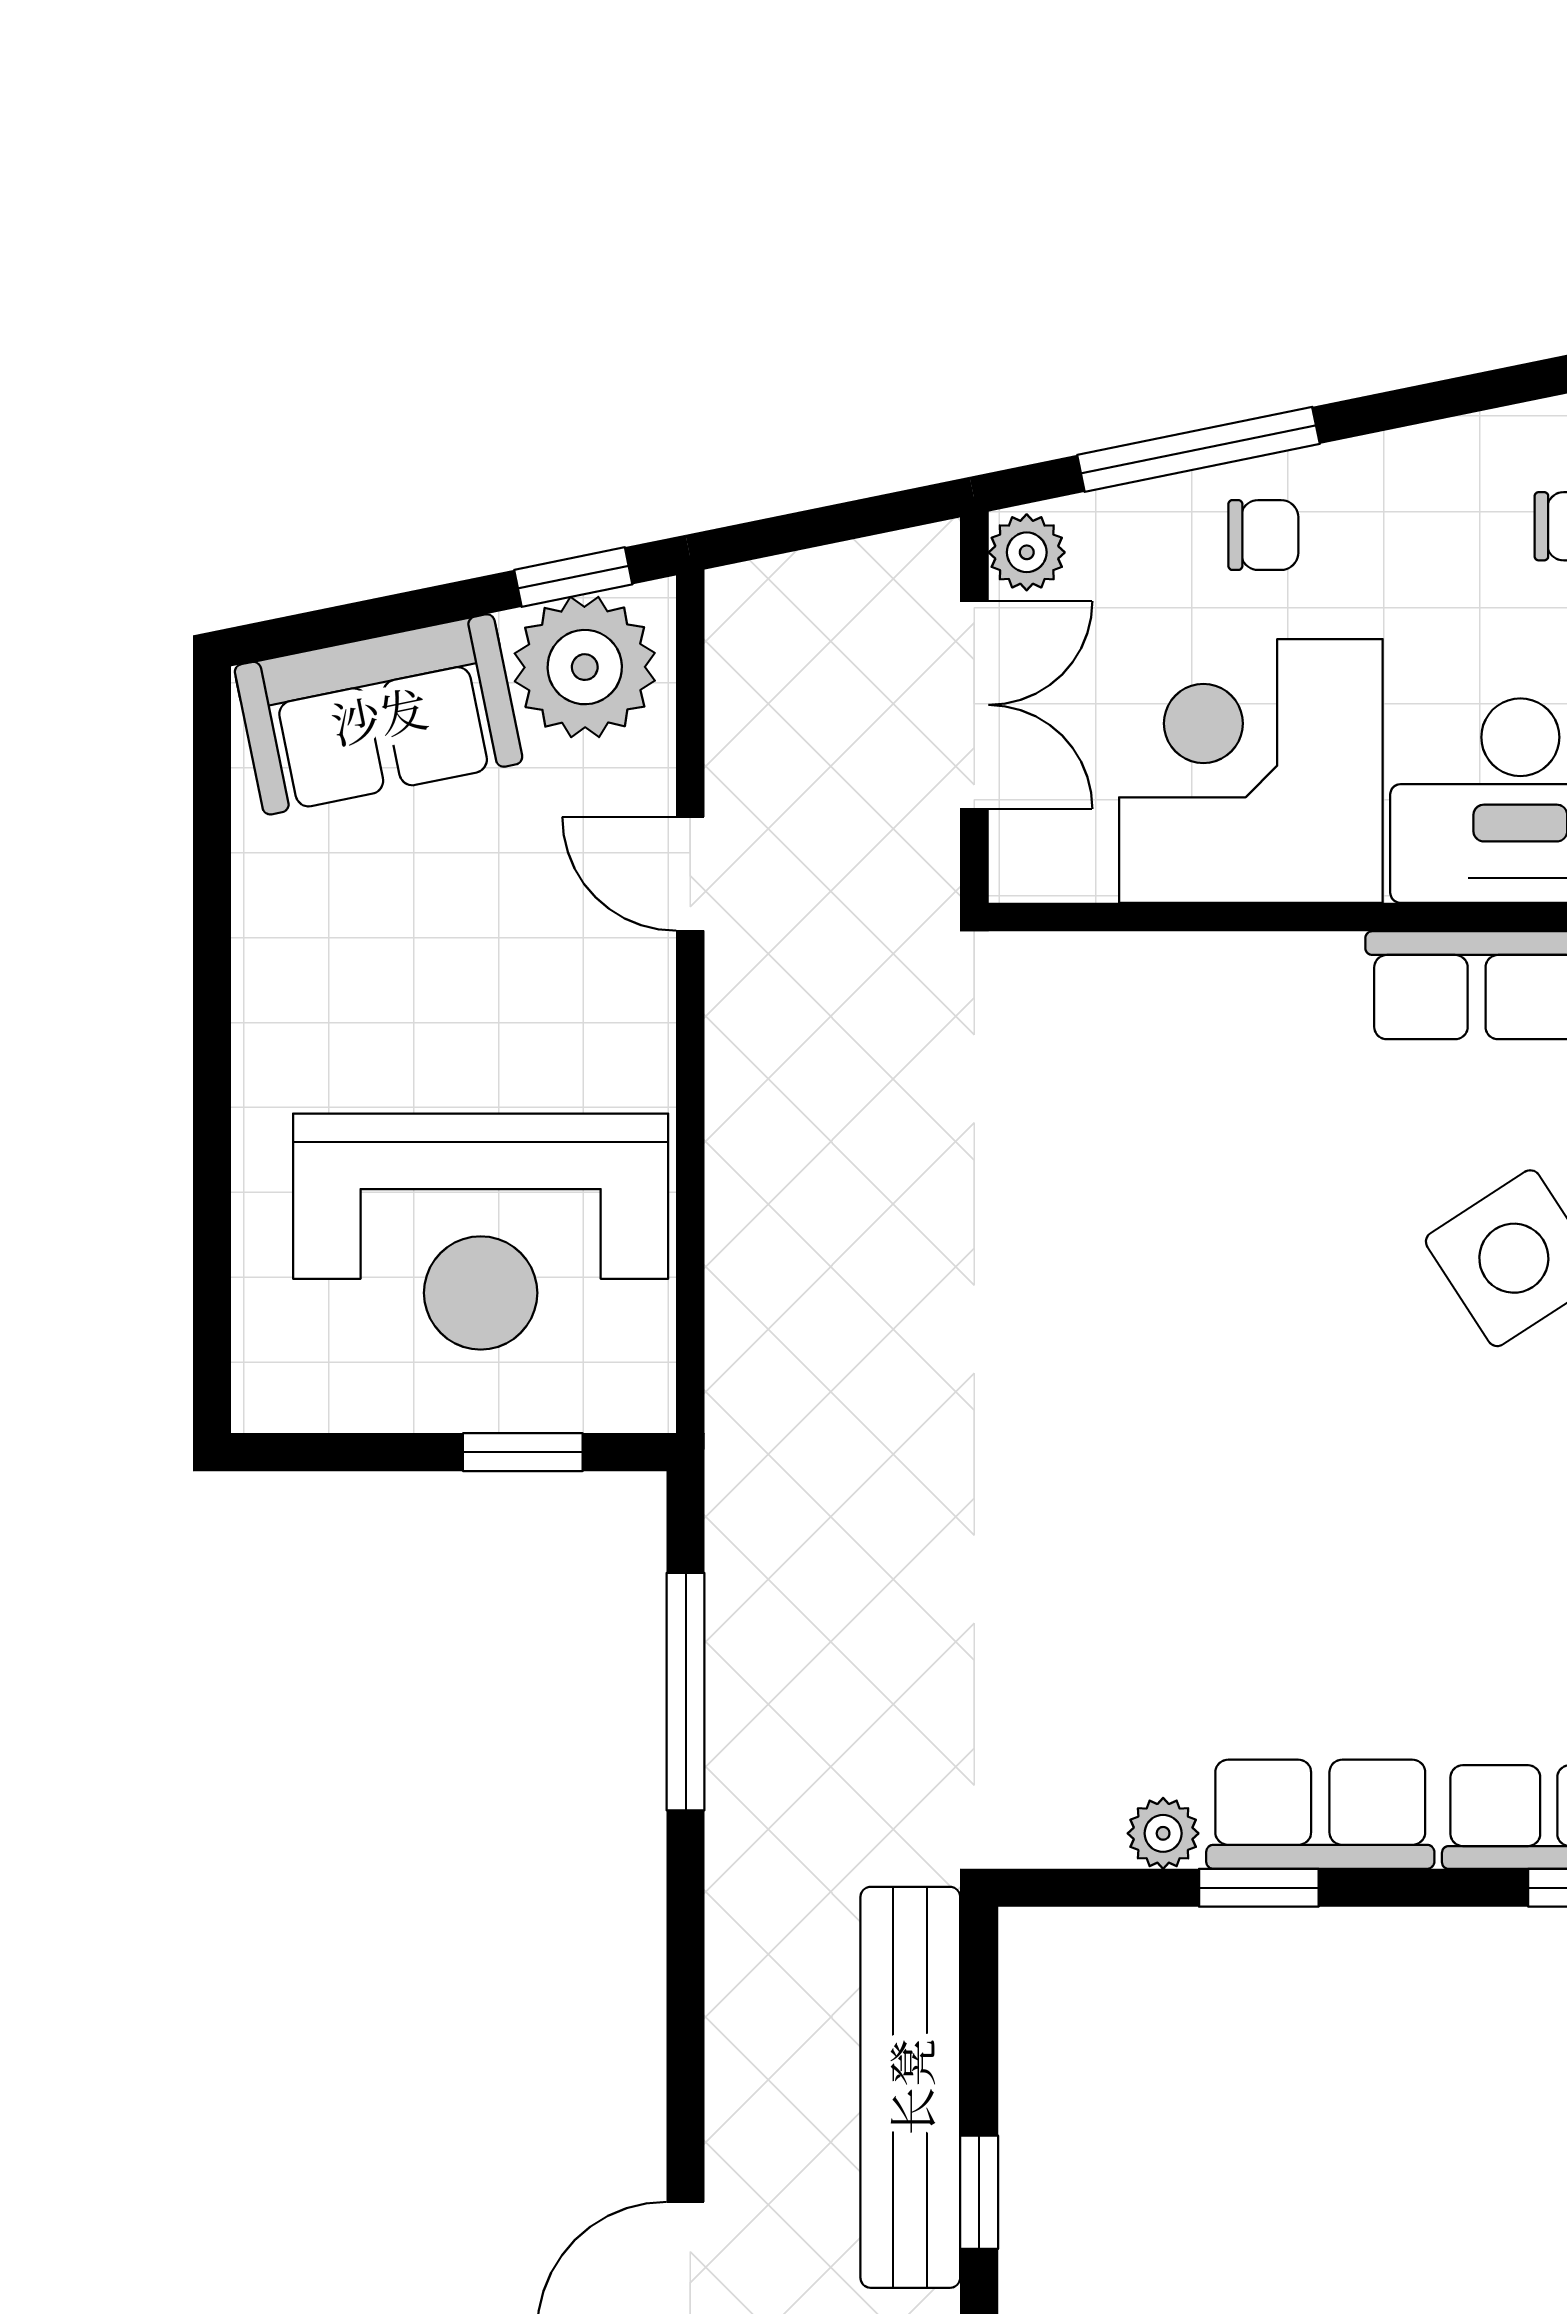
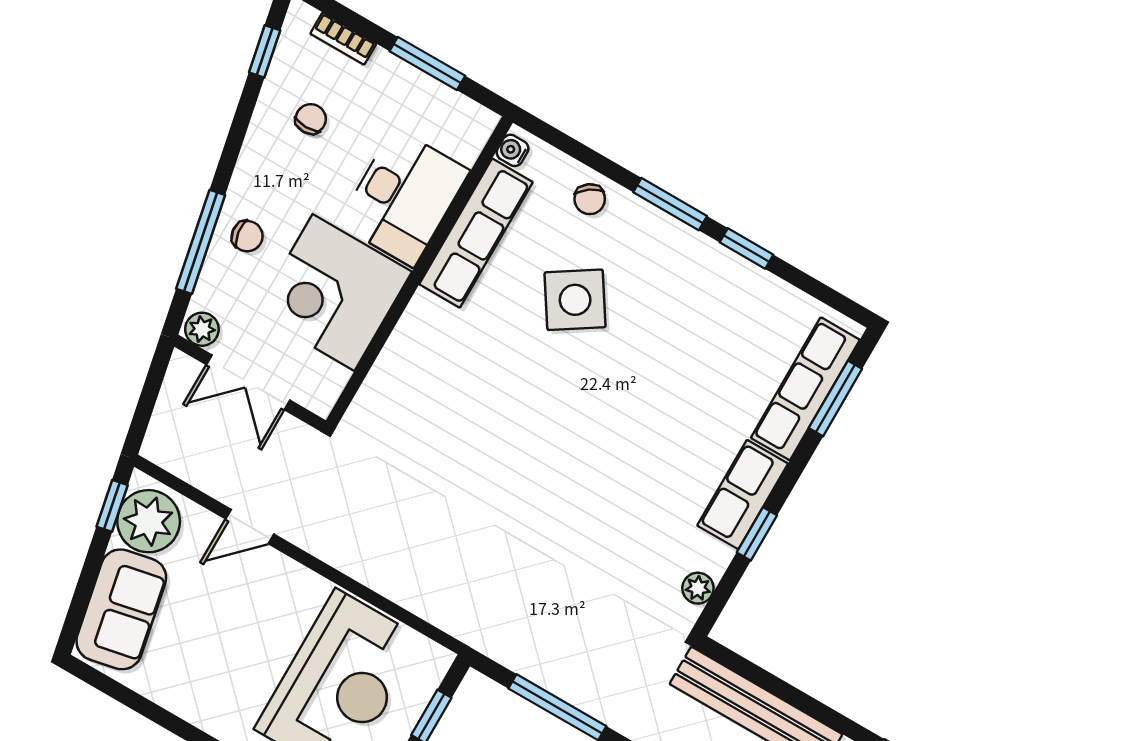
chair: (1263, 535) -> (247, 236), turned 82
double door: (974, 705) -> (248, 382), swing flipped
plant: (1163, 1833) -> (698, 588), moved
window: (979, 2192) -> (811, 706), removed

